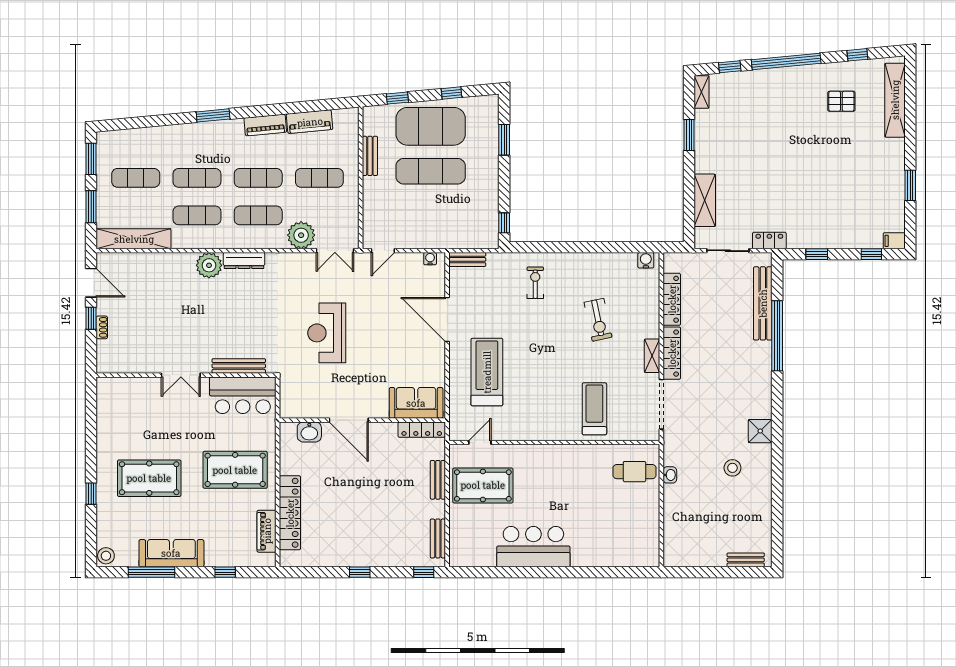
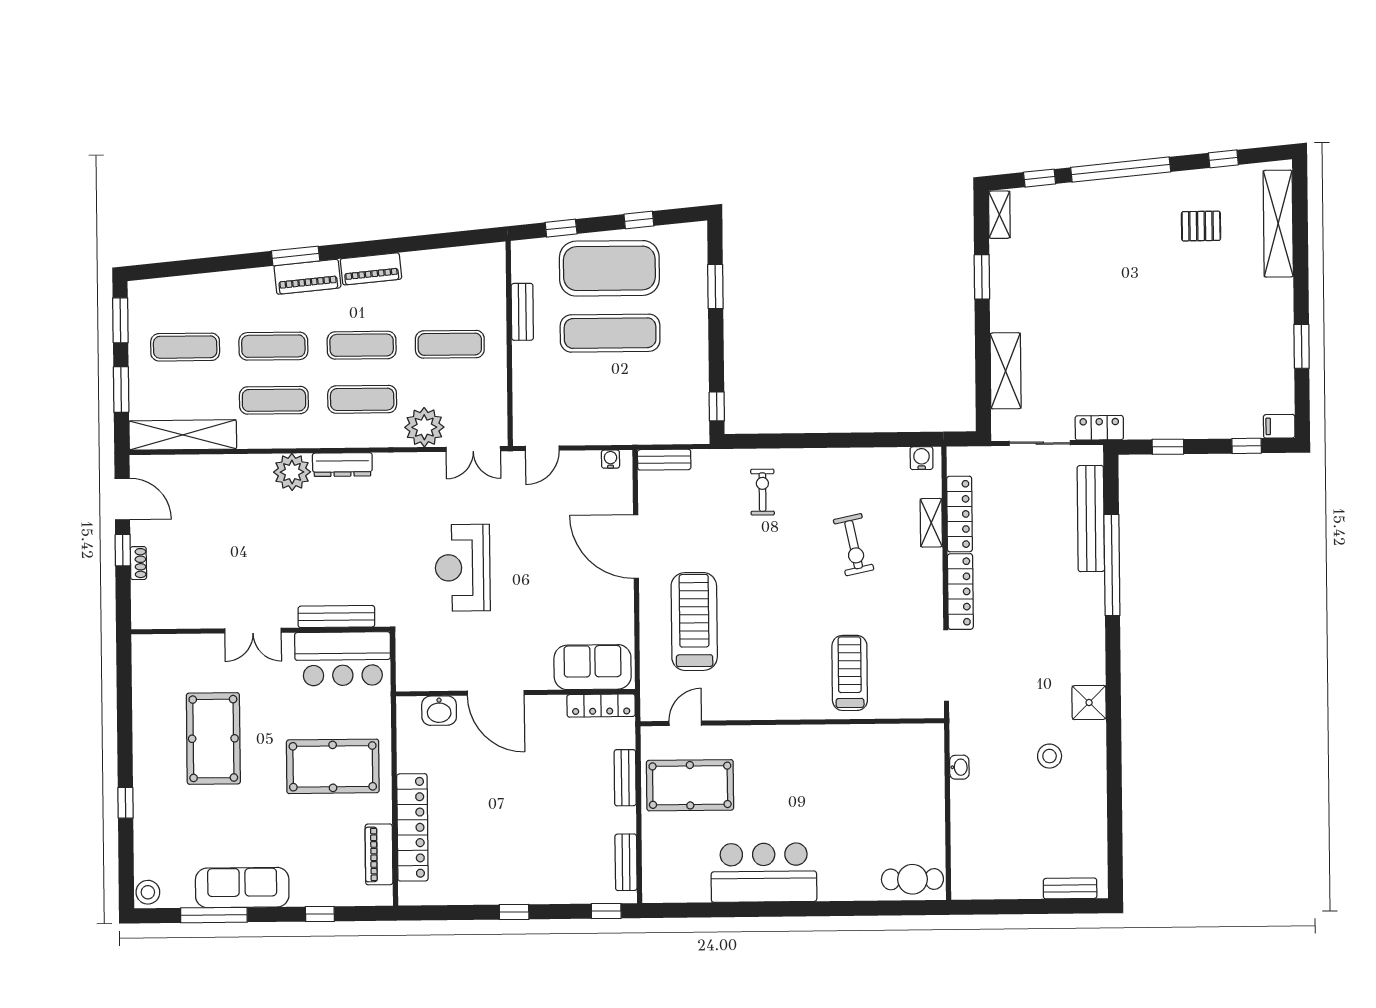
piano: (310, 122) -> (307, 277), moved
shelving: (652, 356) -> (931, 523), moved
cafe table: (634, 472) -> (912, 879), moved
pool table: (149, 478) -> (213, 739), moved, turned 90

